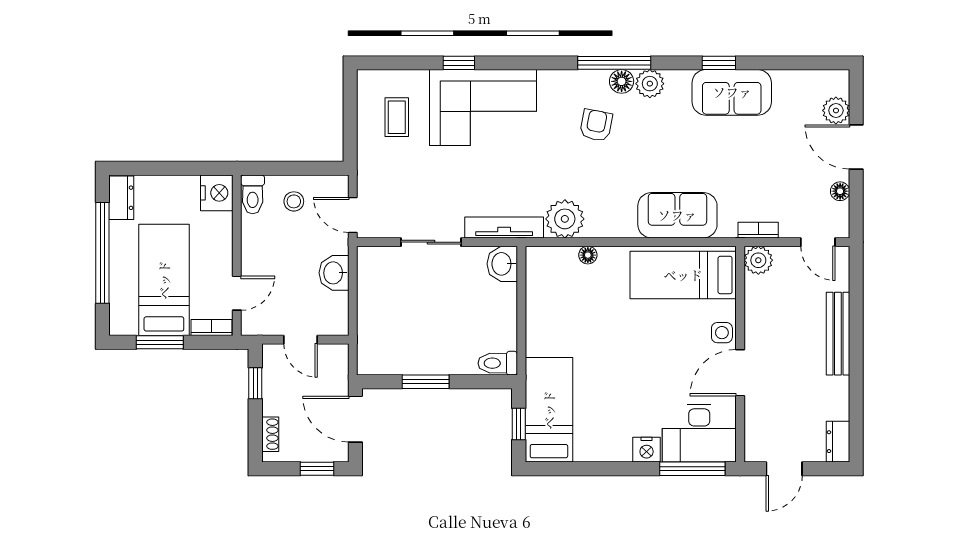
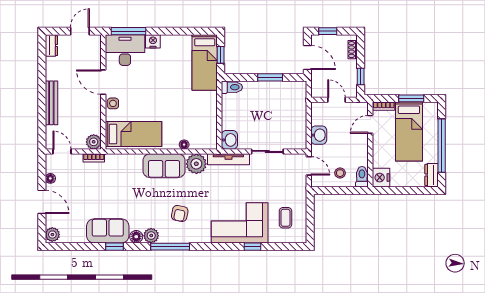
floor lamp: (622, 81) -> (136, 237), moved
plant: (836, 110) -> (52, 235), moved
sofa: (677, 215) -> (164, 166), moved
door: (740, 373) -> (103, 82), swing flipped

